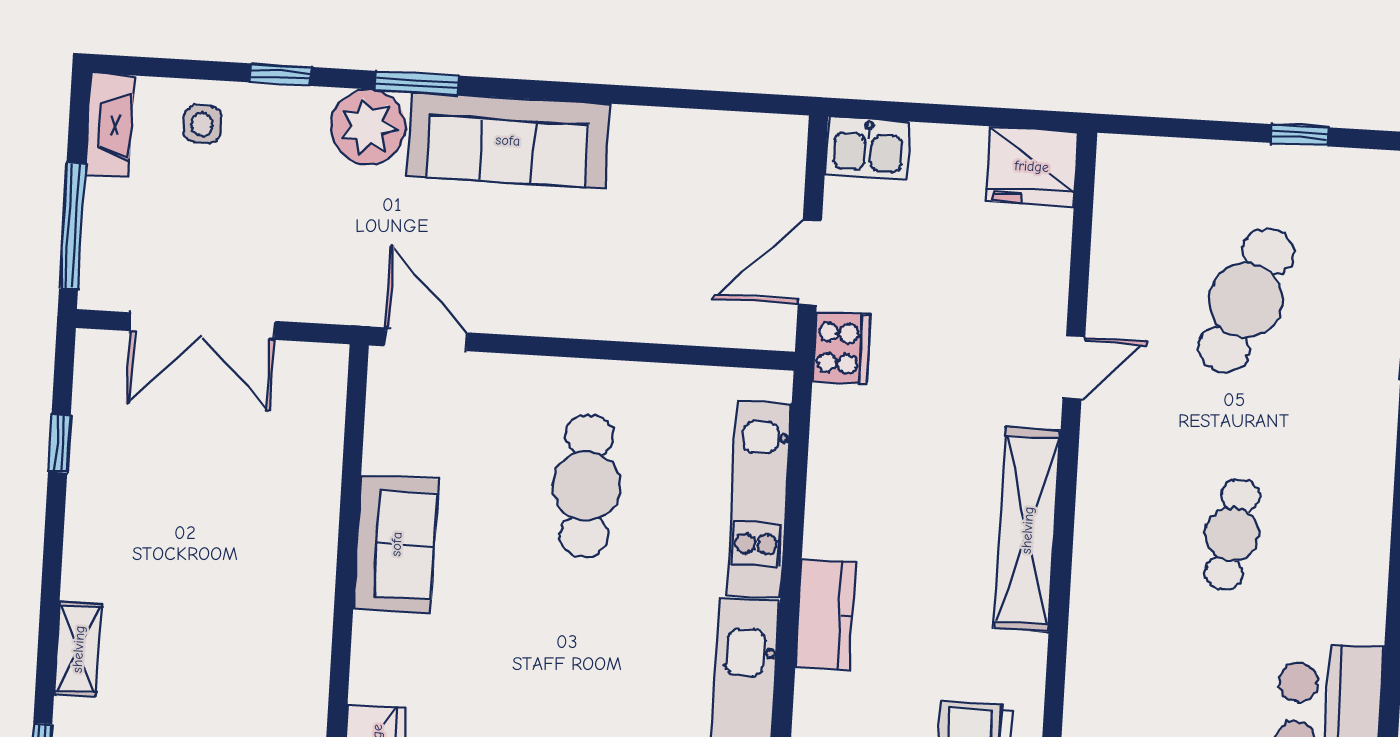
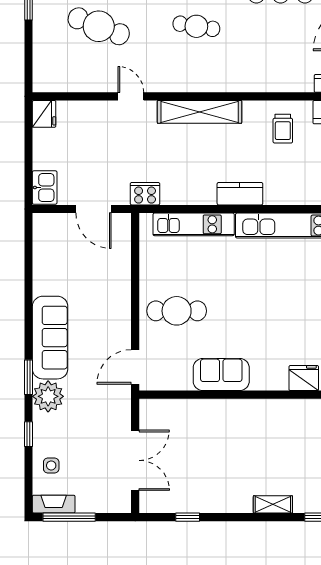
fridge: (1032, 166) -> (44, 114), width x0.73, depth x0.75
window: (72, 226) -> (69, 517), moved
cooker: (841, 348) -> (145, 194), moved
cafe table: (587, 486) -> (177, 311), moved

